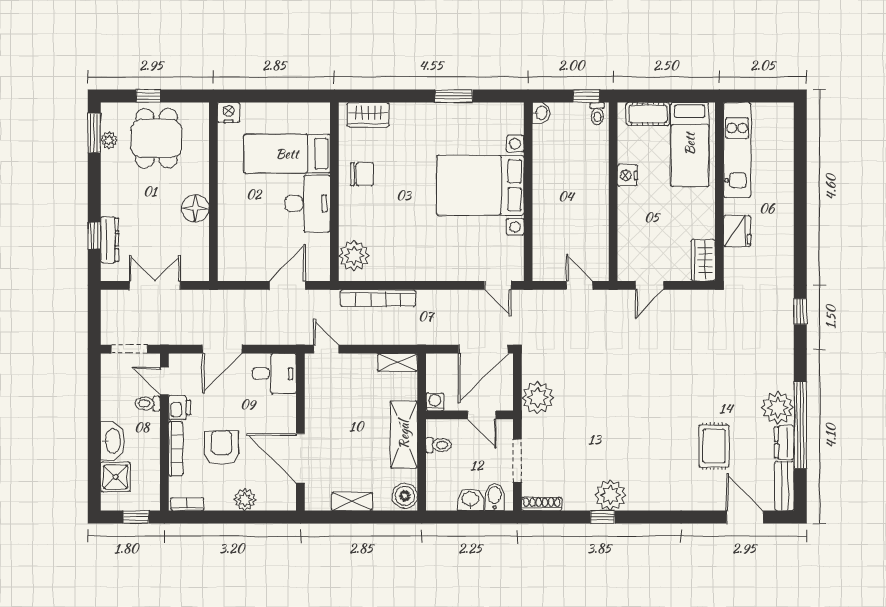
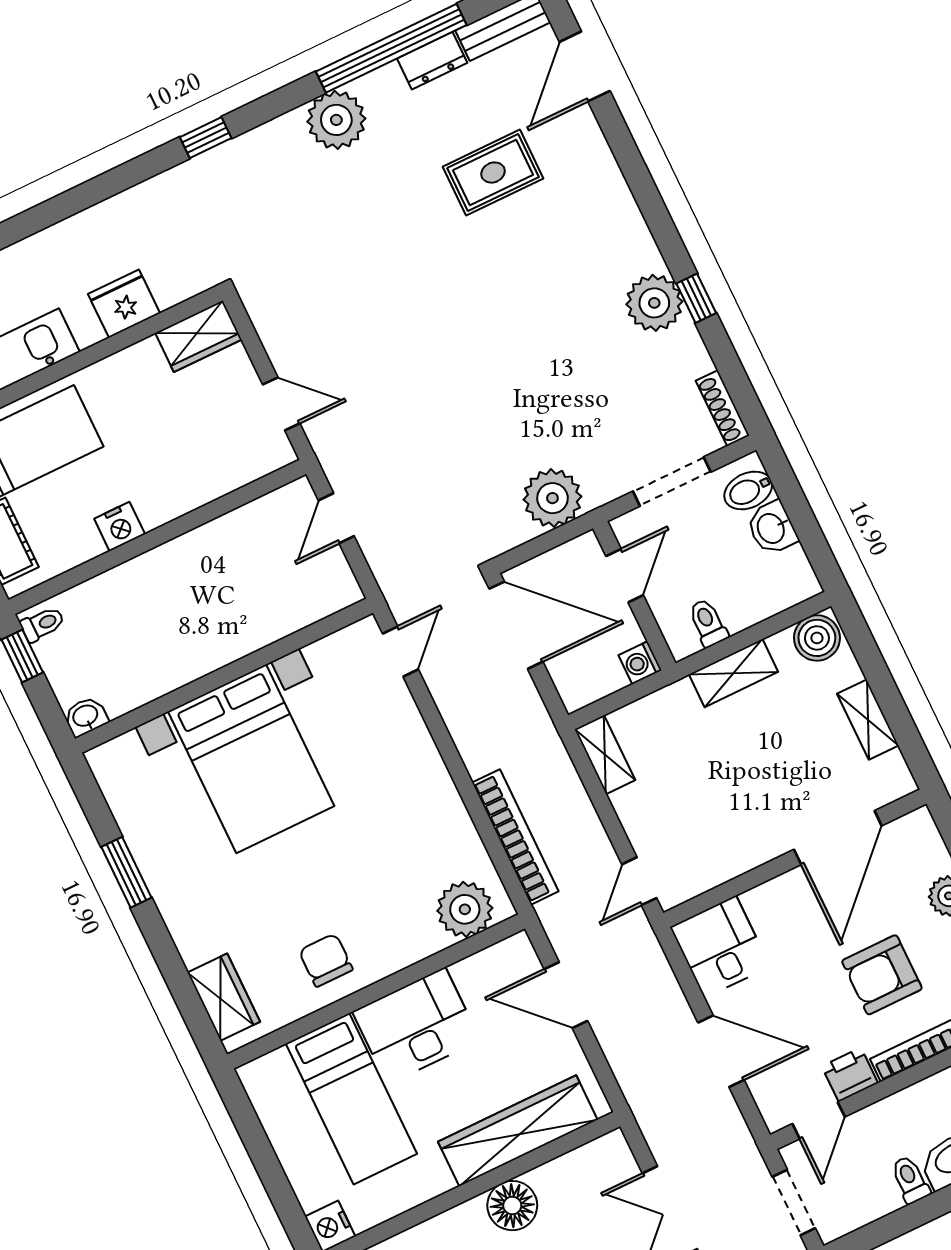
wardrobe: (231, 229) -> (518, 1131), added
toilet: (148, 403) -> (910, 1180), moved, turned 180
plant: (778, 408) -> (336, 120), moved
shelving: (404, 435) -> (734, 673), width x0.67, depth x0.75

